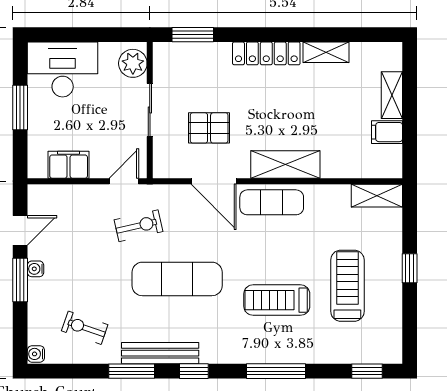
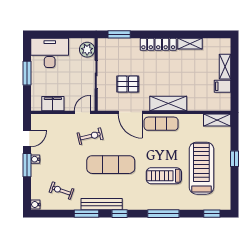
treadmill: (347, 286) -> (201, 168), width x1.37, depth x1.38

